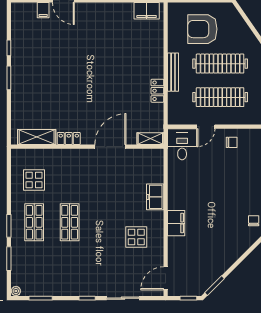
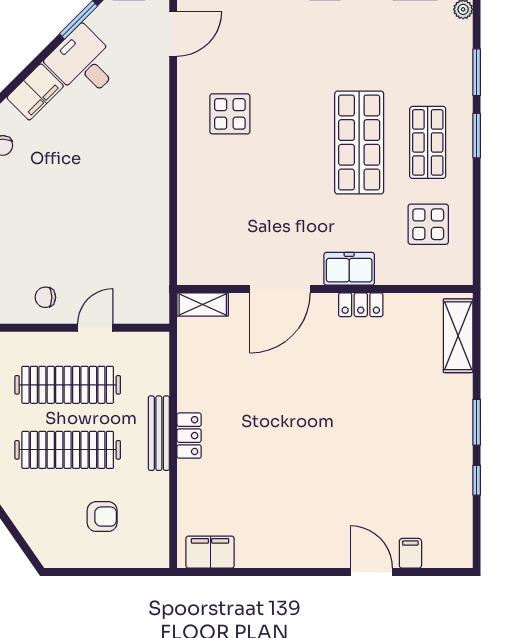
armchair: (202, 29) -> (102, 517), width x0.53, depth x0.53
locker: (157, 91) -> (189, 436), moved
shelving: (37, 137) -> (458, 336), moved, turned 90
desk: (182, 144) -> (84, 63), moved, turned 135
freezer: (155, 197) -> (349, 269), moved, turned -90
shop shelf: (70, 222) -> (359, 142), width x1.43, depth x1.36
filing cabinet: (176, 223) -> (35, 92), moved, turned -135

